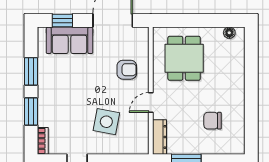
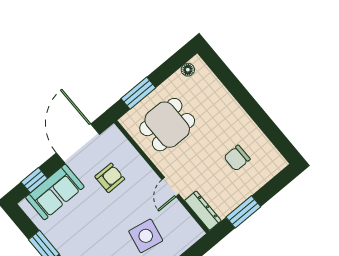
window: (182, 21) -> (138, 93), added
dining table: (184, 58) -> (167, 125), turned 90
armchair: (127, 70) -> (110, 178), moved

